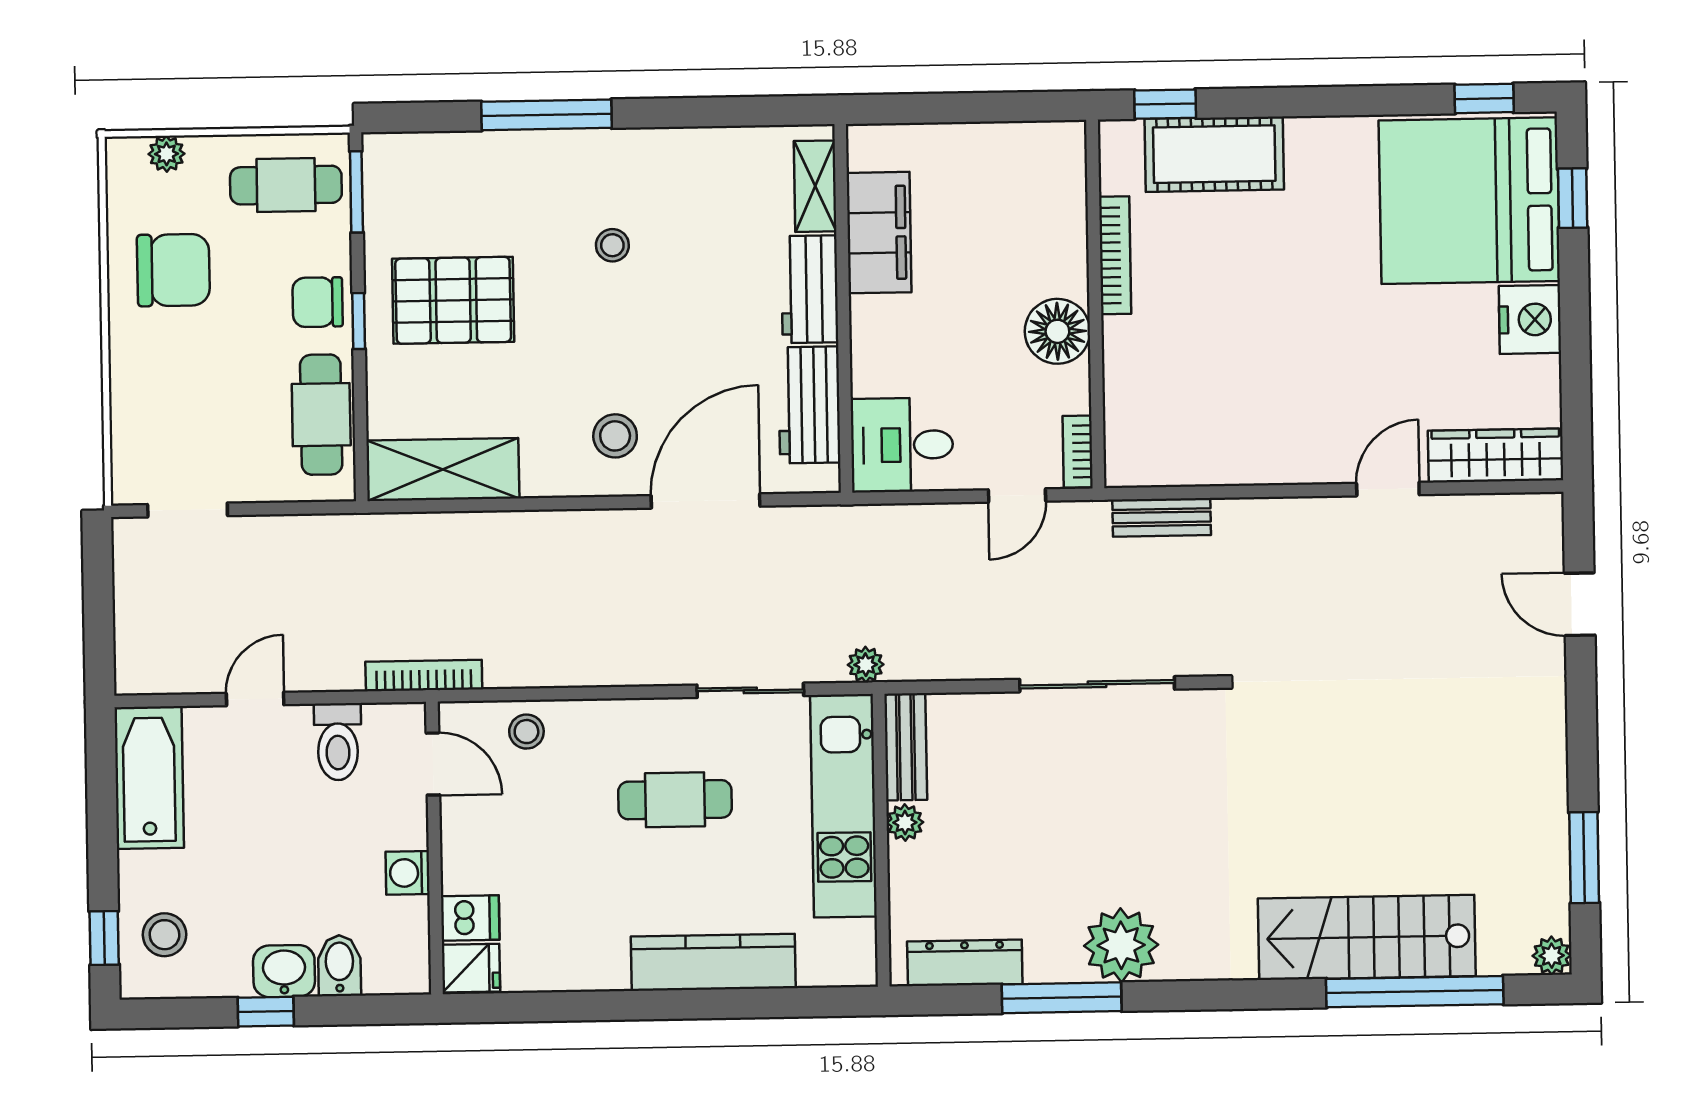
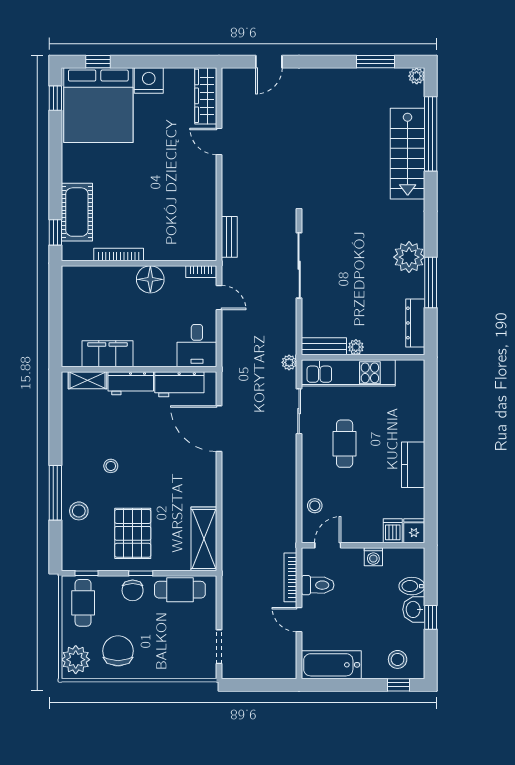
plant: (167, 154) -> (76, 660), width x1.88, depth x1.88
window: (356, 192) -> (86, 573), width x0.67
stool: (615, 436) -> (79, 511), moved
bookcase: (424, 675) -> (290, 577), moved
kitchen counter: (713, 962) -> (413, 465), moved, width x0.67

